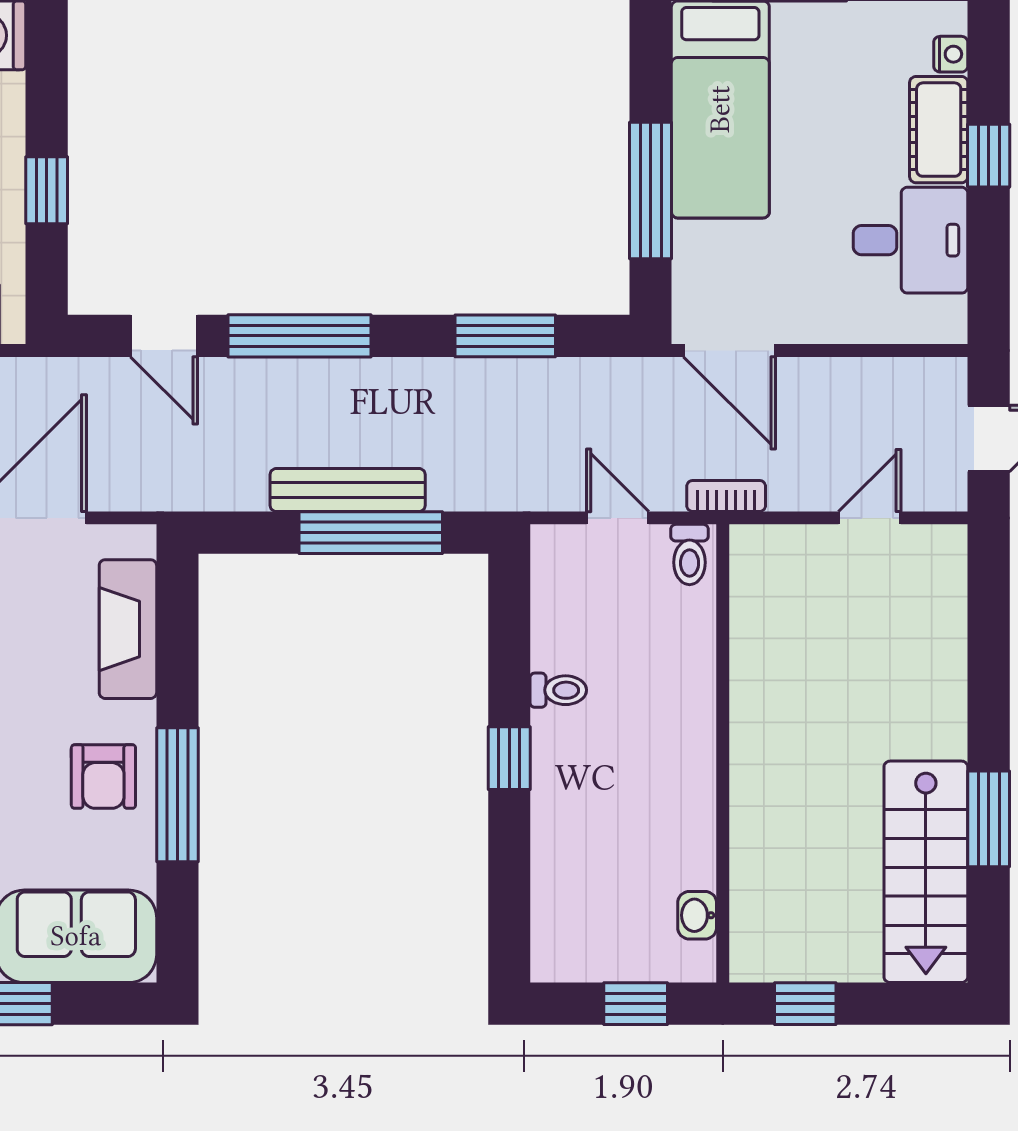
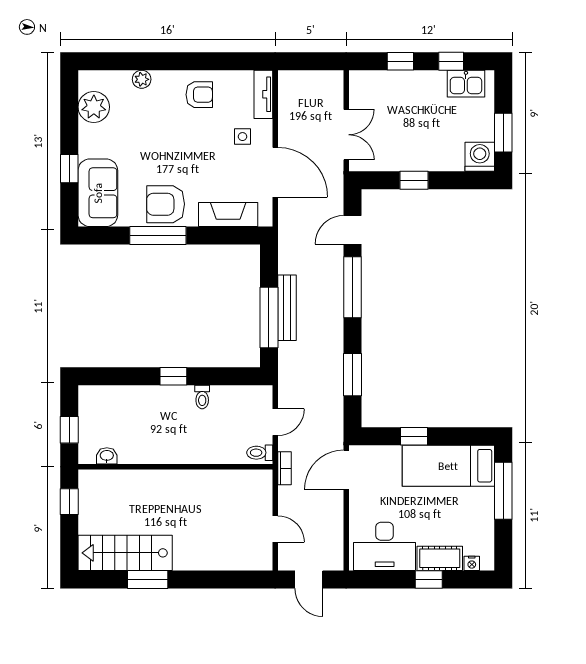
window: (651, 190) -> (414, 436), width x0.46
desk: (910, 240) -> (385, 546), width x1.37
armchair: (103, 777) -> (166, 204), width x1.38, depth x1.38

